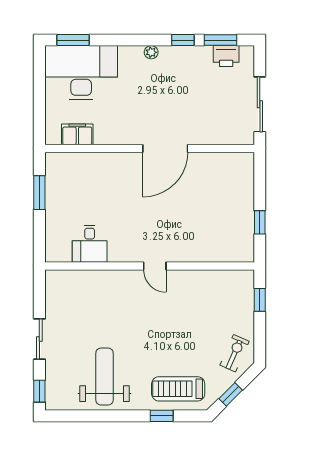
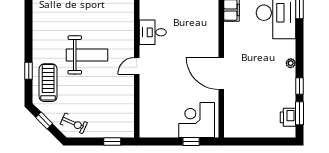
sliding door: (260, 104) -> (253, 142), removed
corner desk: (230, 183) -> (197, 120), added
window: (260, 222) -> (191, 142), moved
desk: (90, 244) -> (153, 32), moved
weight bench: (105, 377) -> (87, 55), moved

